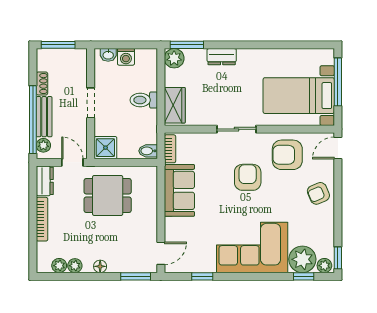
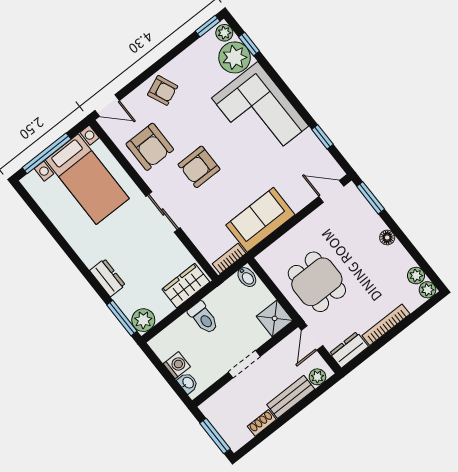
window: (33, 120) -> (301, 405), removed
plant: (75, 266) -> (428, 290), moved

